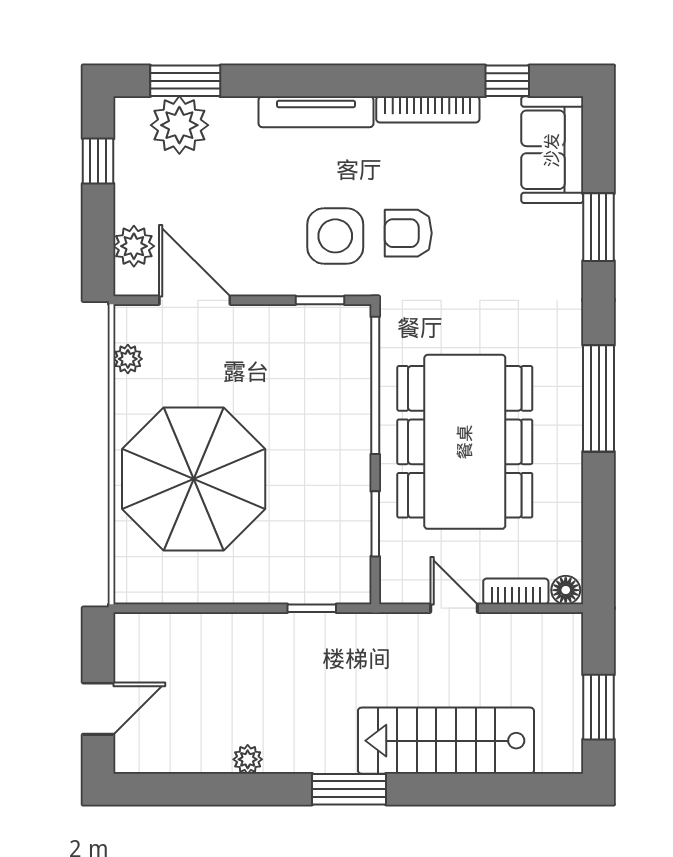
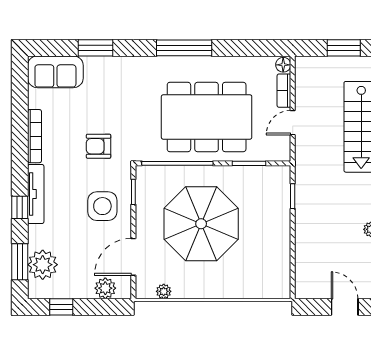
window: (507, 81) -> (20, 207), moved
armchair: (408, 233) -> (99, 146), turned 90
side table: (335, 236) -> (102, 206), moved
parasol: (194, 479) -> (201, 224), moved

